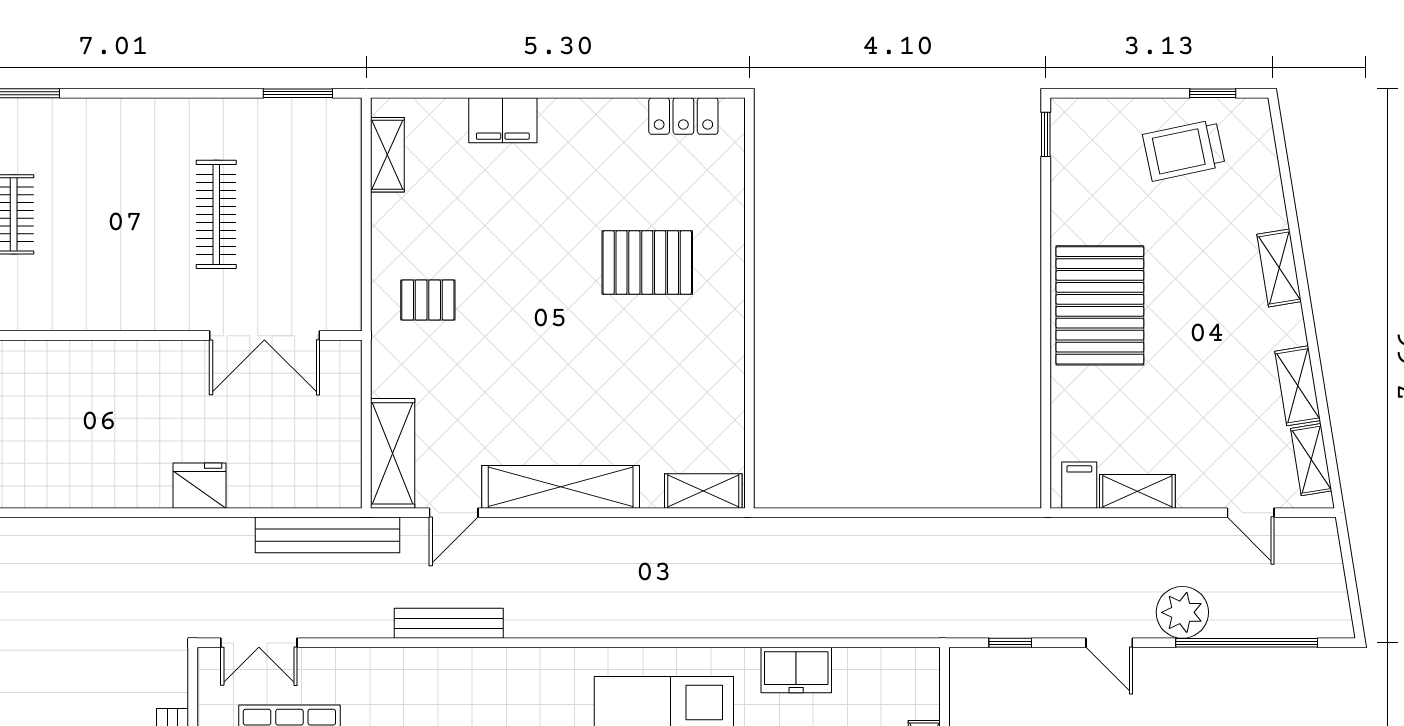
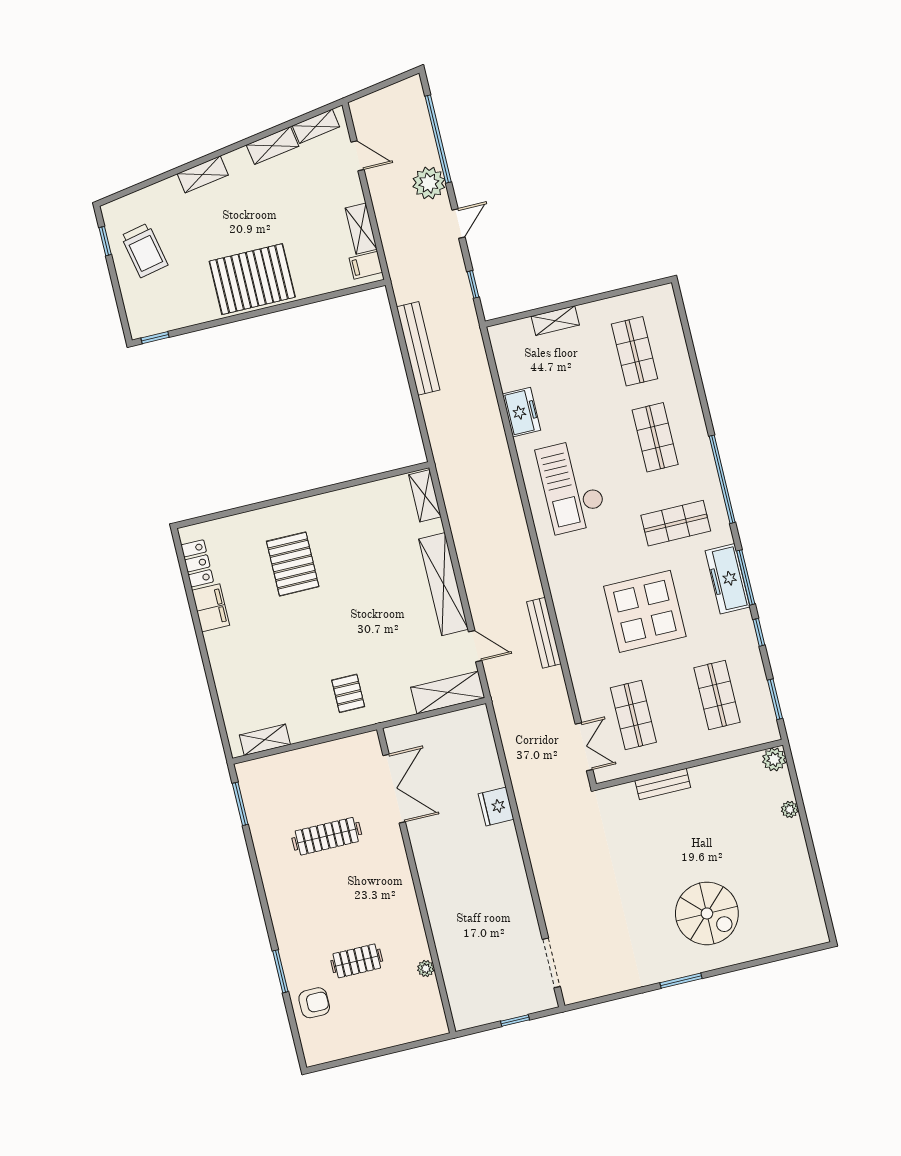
filing cabinet: (503, 120) -> (211, 608), moved
door: (1251, 513) -> (357, 156), hinge flipped
bench: (328, 535) -> (418, 348), moved

